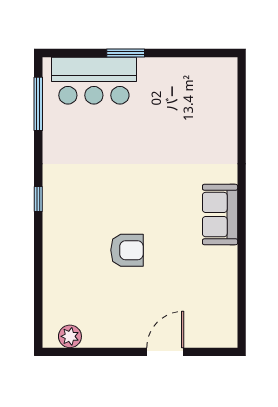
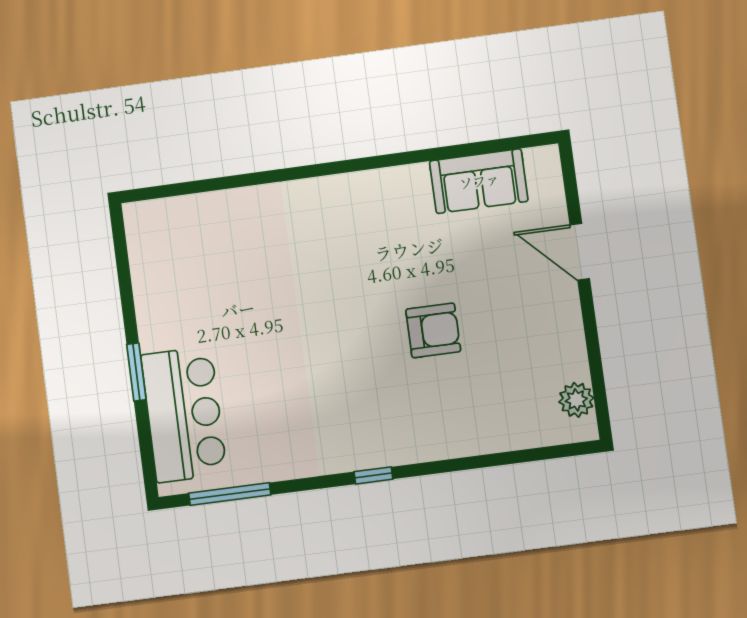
sofa: (220, 215) -> (479, 181), moved
armchair: (127, 250) -> (433, 330), turned 90

